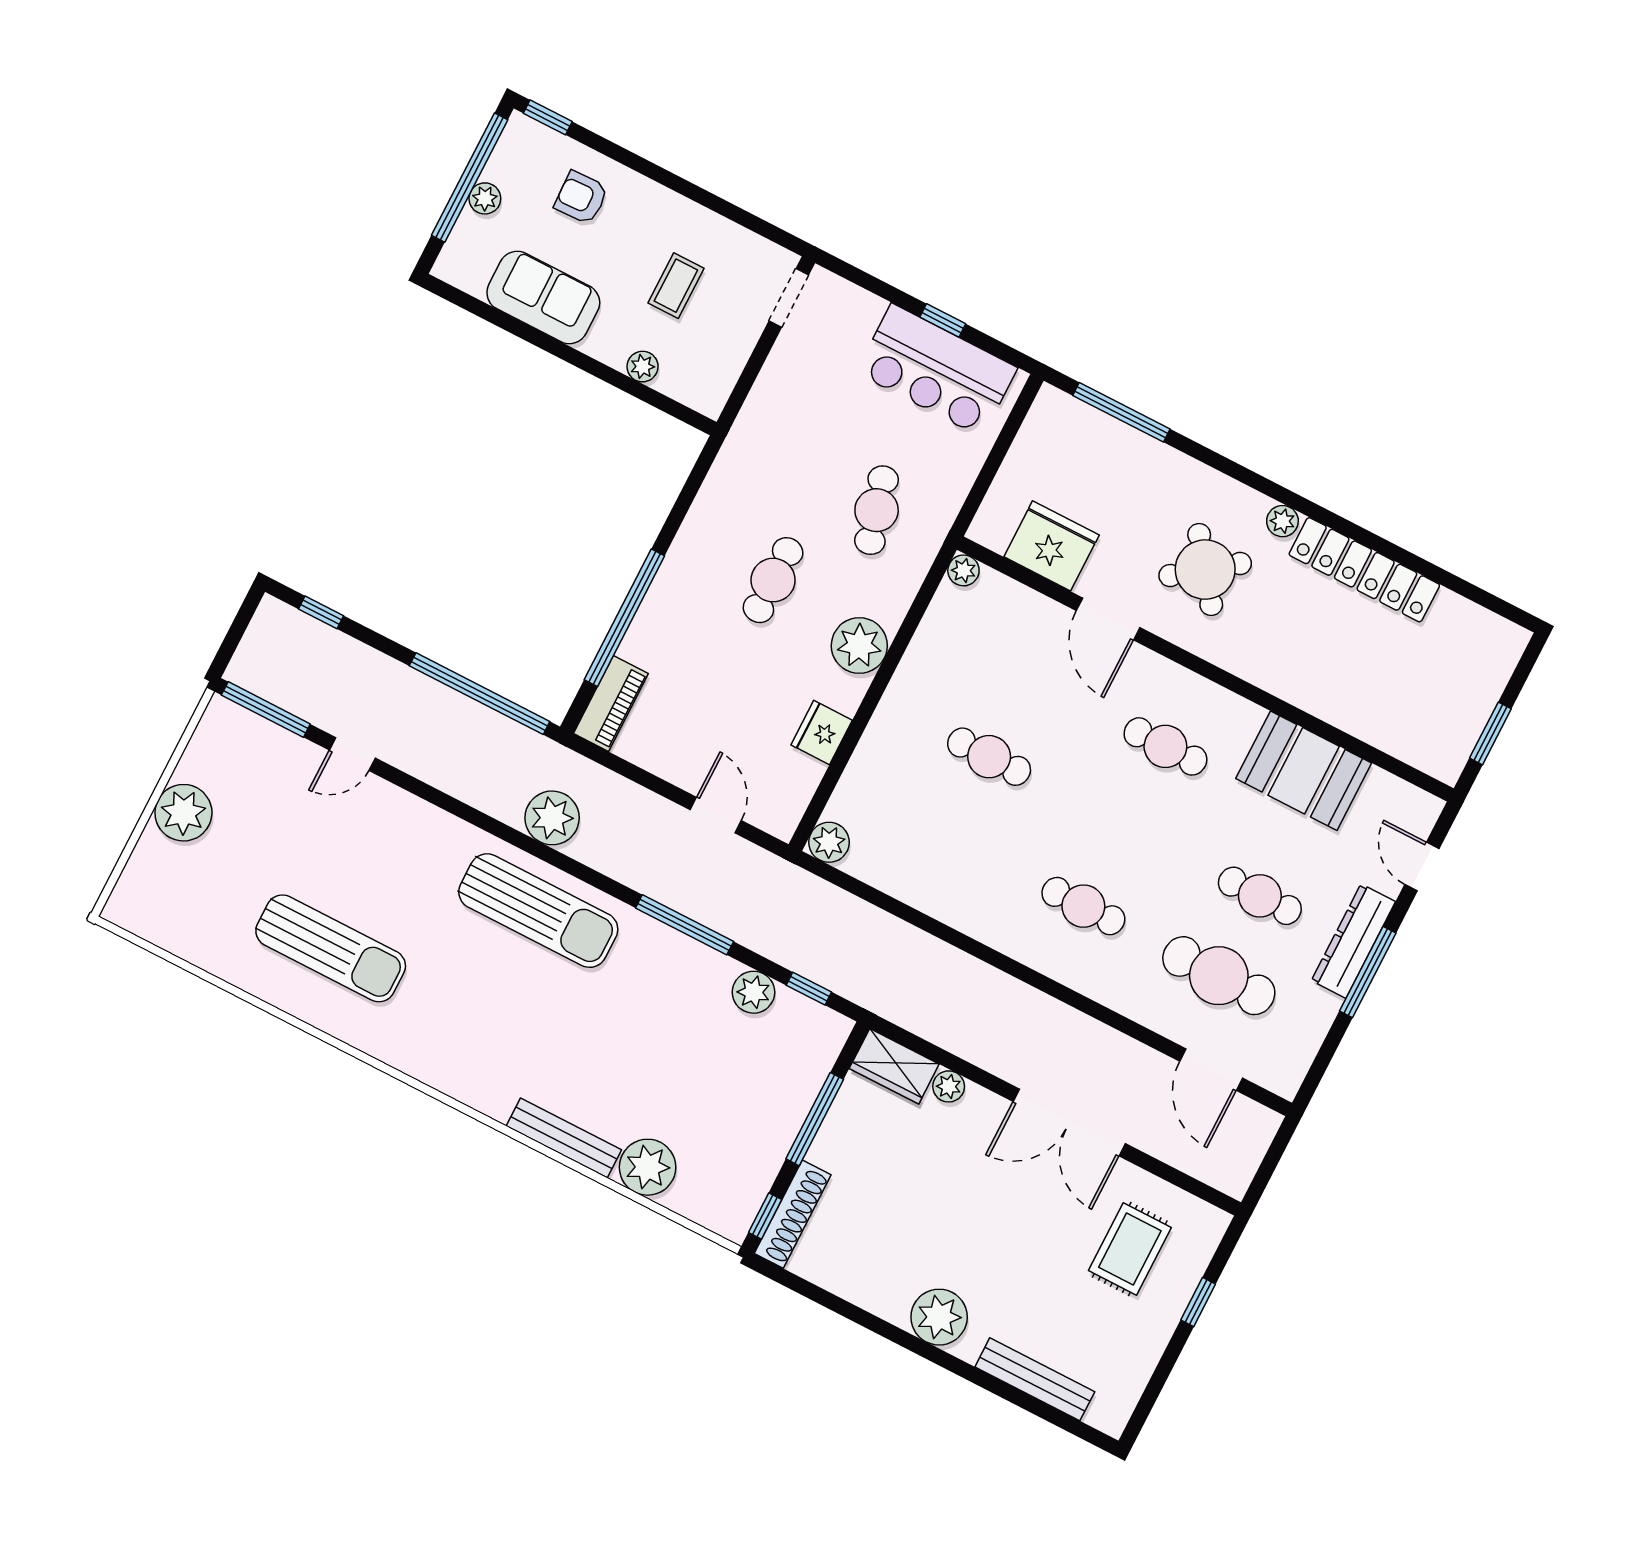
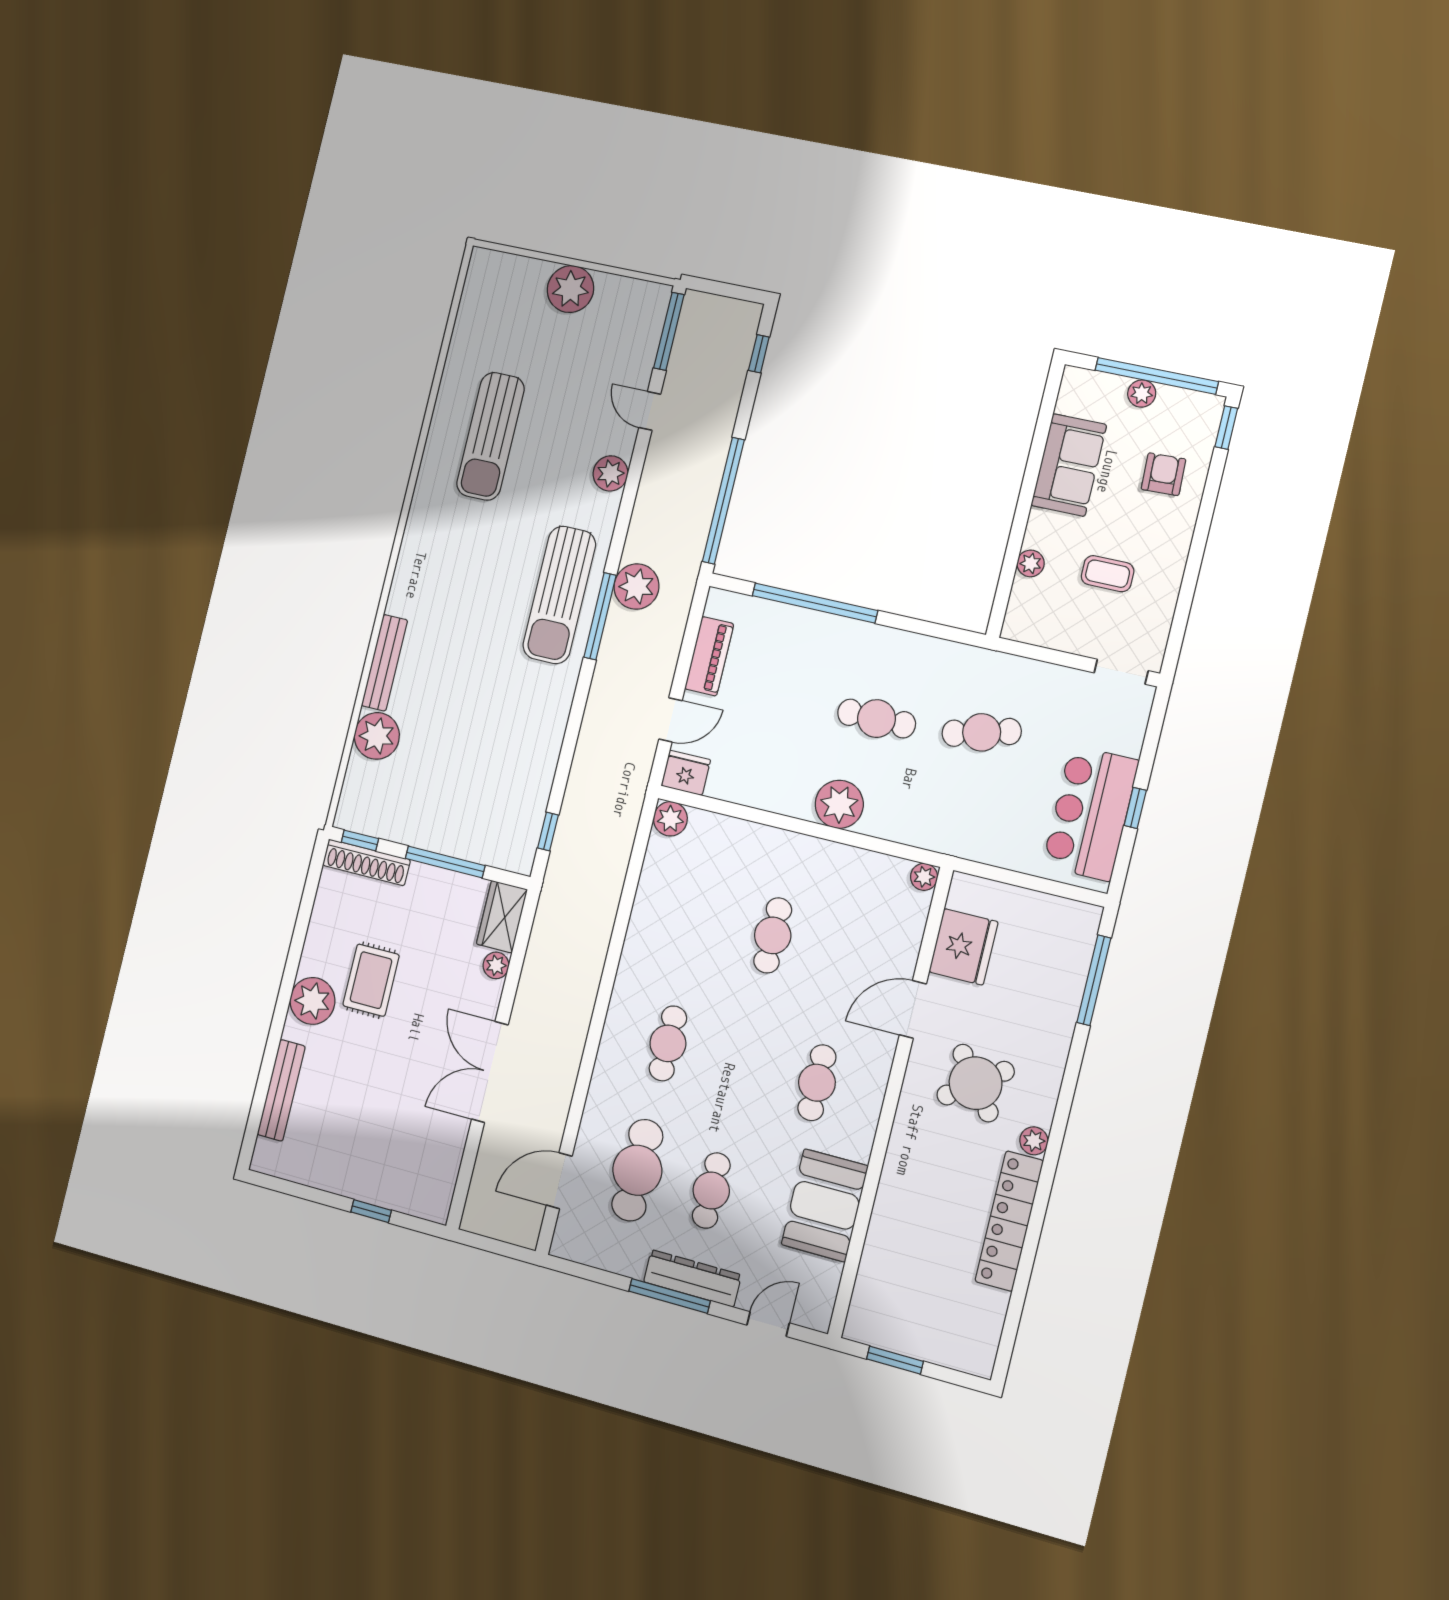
cafe table: (877, 510) -> (982, 732), moved
piano: (611, 703) -> (709, 656), moved, turned -90
fridge: (822, 733) -> (686, 773), moved
window: (685, 925) -> (600, 616), moved
plant: (753, 992) -> (610, 473), moved
rug: (1130, 1249) -> (371, 980), moved, turned 90

